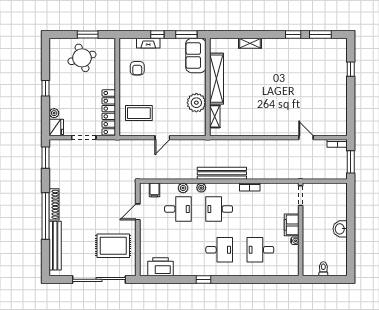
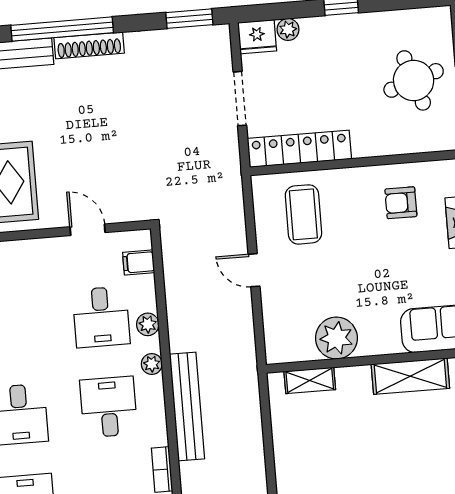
shelving: (216, 79) -> (410, 376), width x0.68

